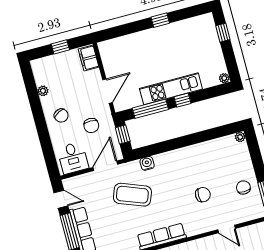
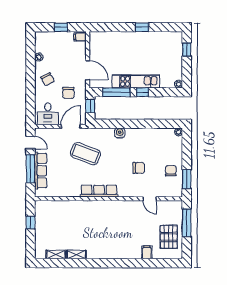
filing cabinet: (89, 58) -> (80, 37), width x0.50
door: (108, 91) -> (88, 70), hinge flipped
water cooler: (147, 163) -> (120, 133), moved

